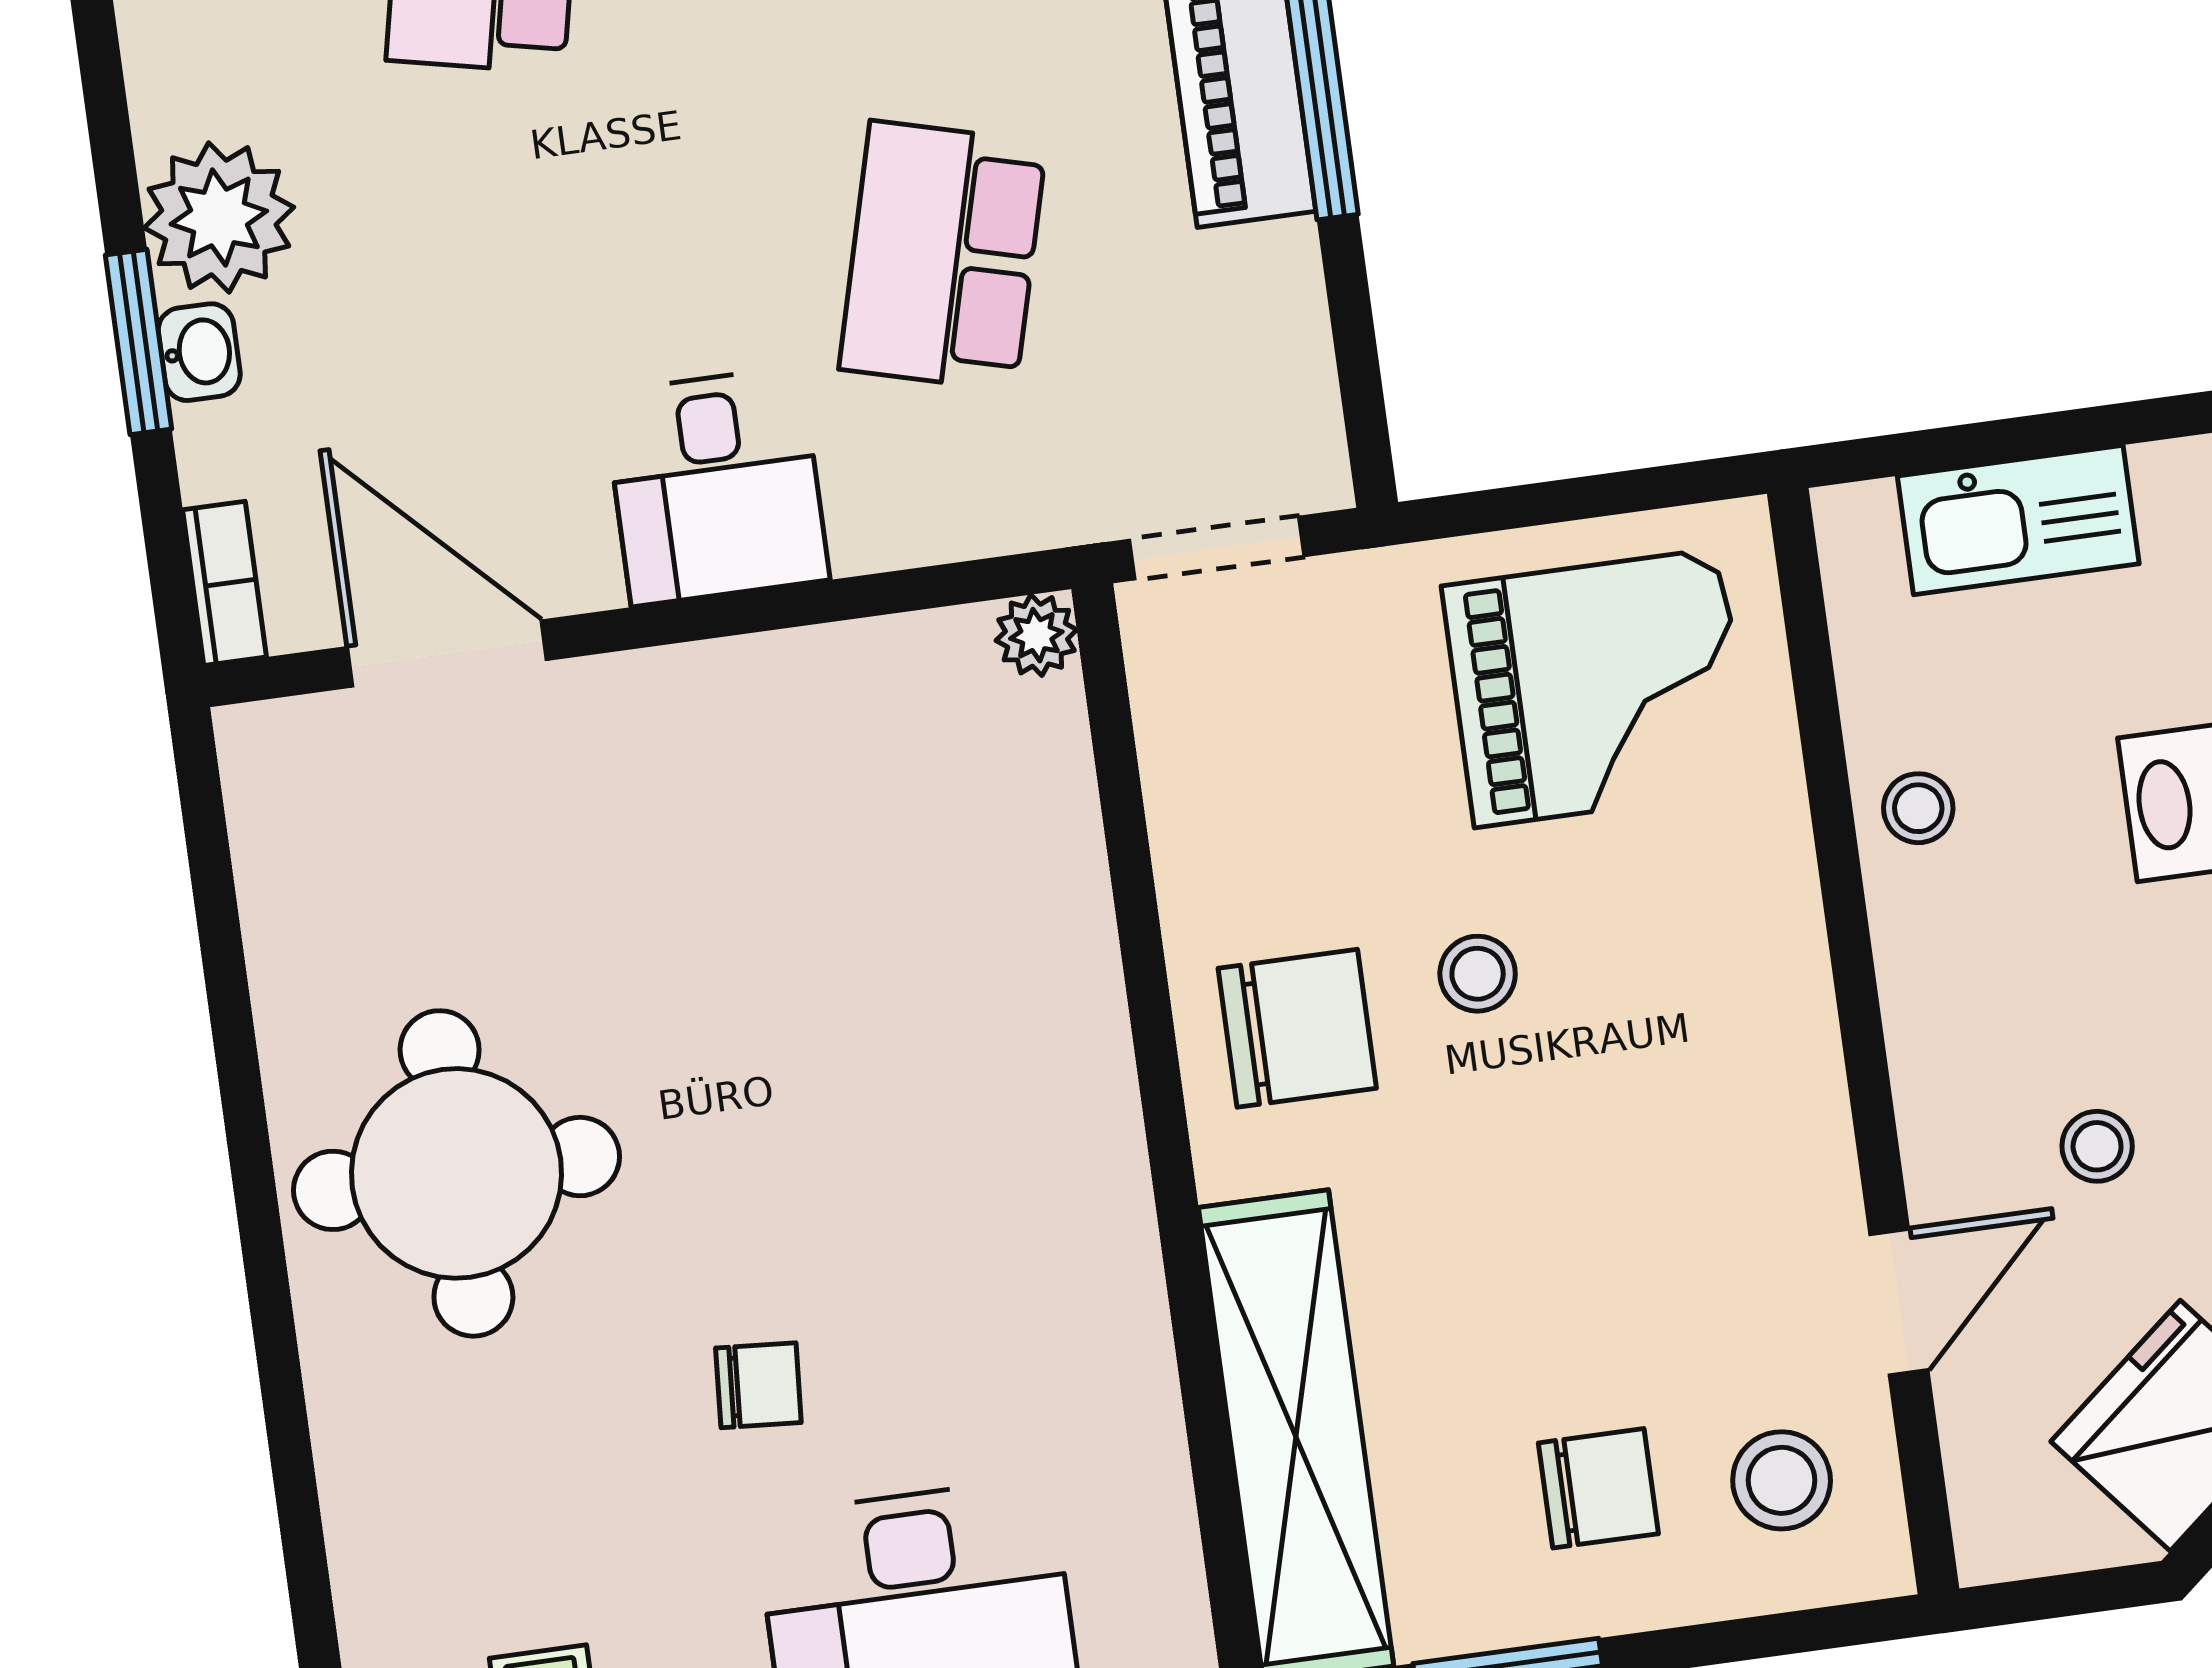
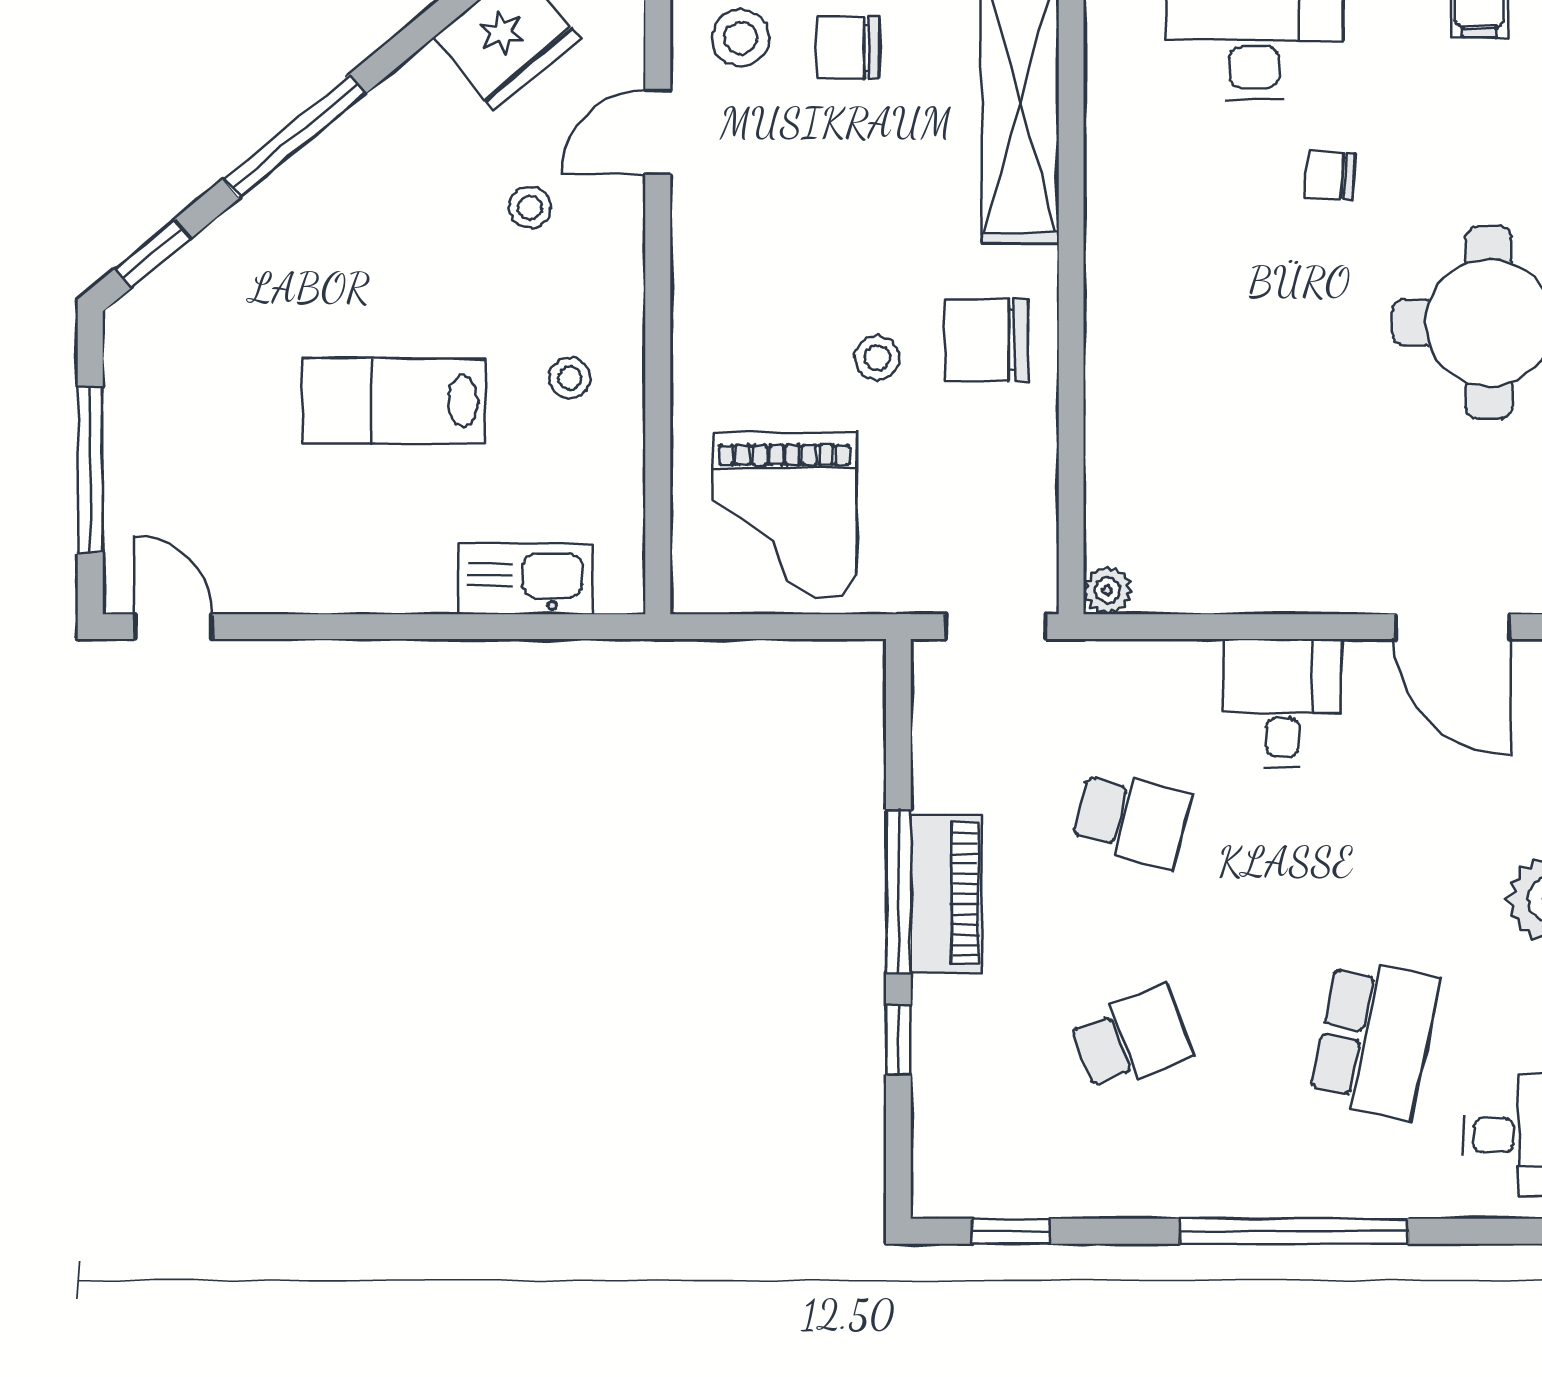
school desk: (943, 256) -> (1132, 819), width x0.54
grand piano: (1598, 688) -> (784, 515), turned -90
stool: (1918, 808) -> (570, 378), moved

